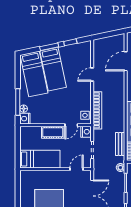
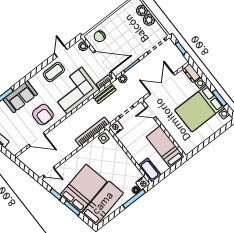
bed: (53, 69) -> (84, 188), width x1.50
door: (92, 75) -> (49, 172), moved
door: (71, 125) -> (120, 143), removed
cot: (53, 132) -> (150, 170), moved

